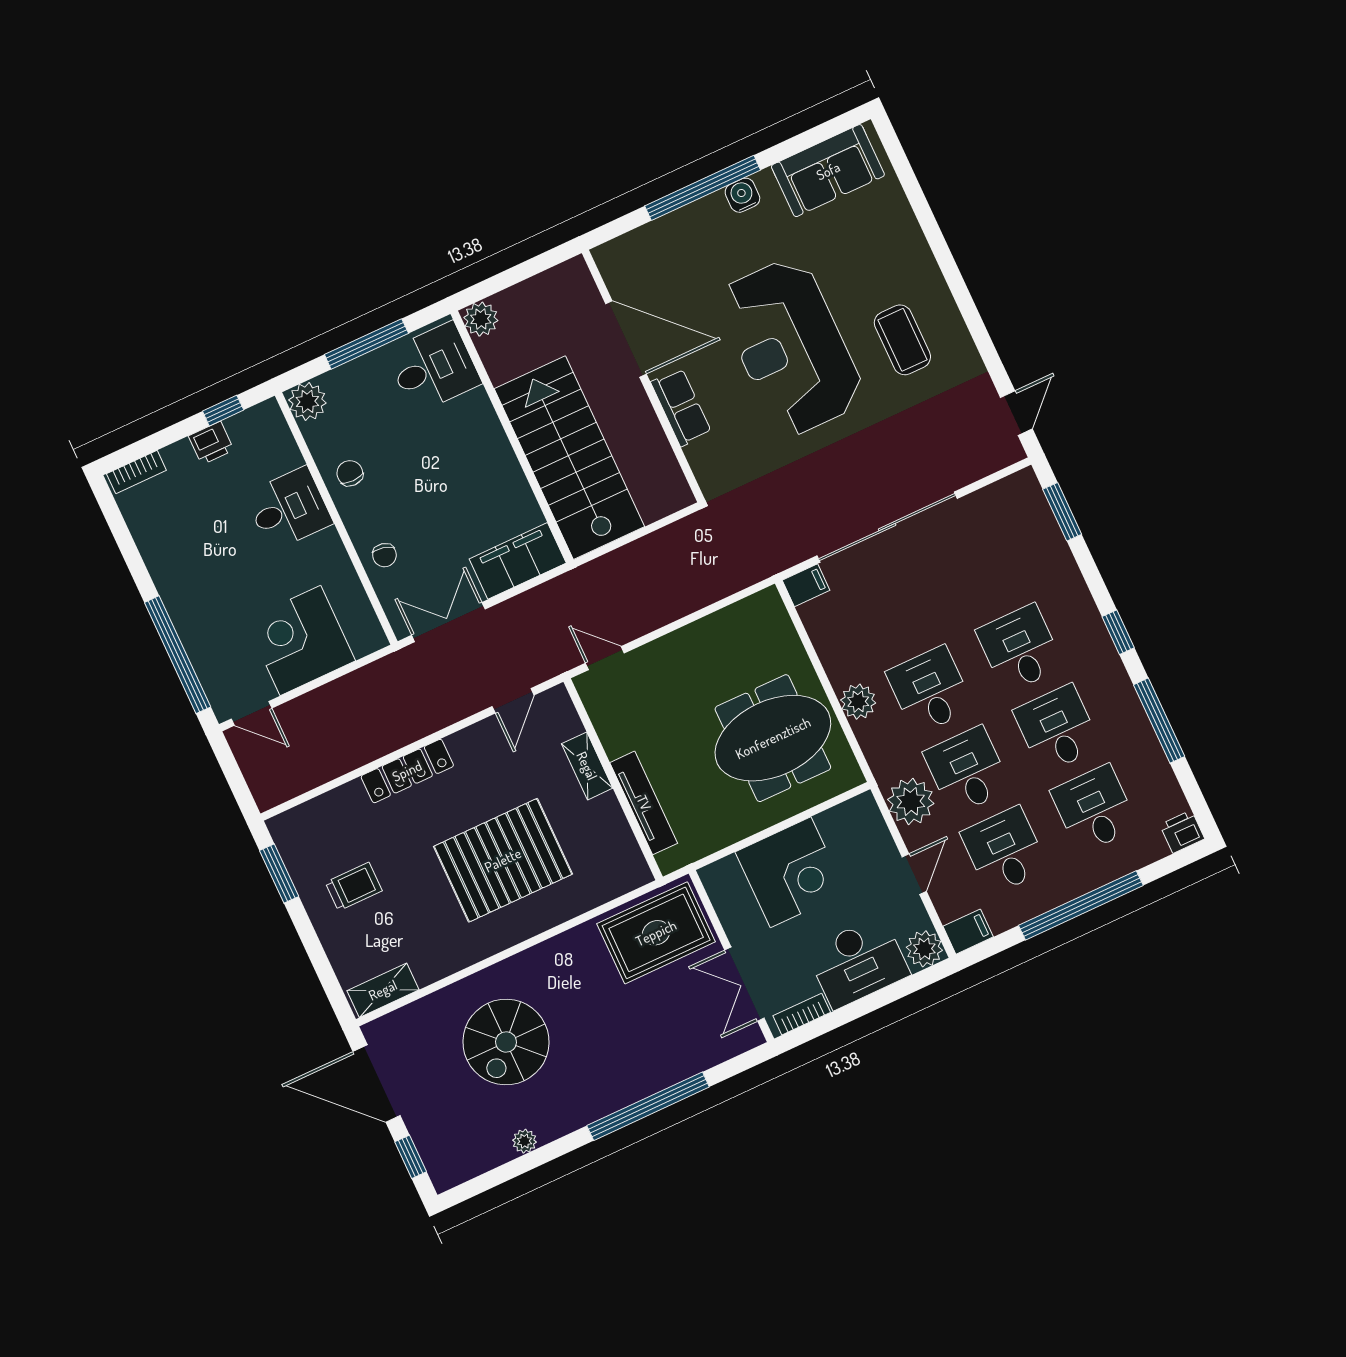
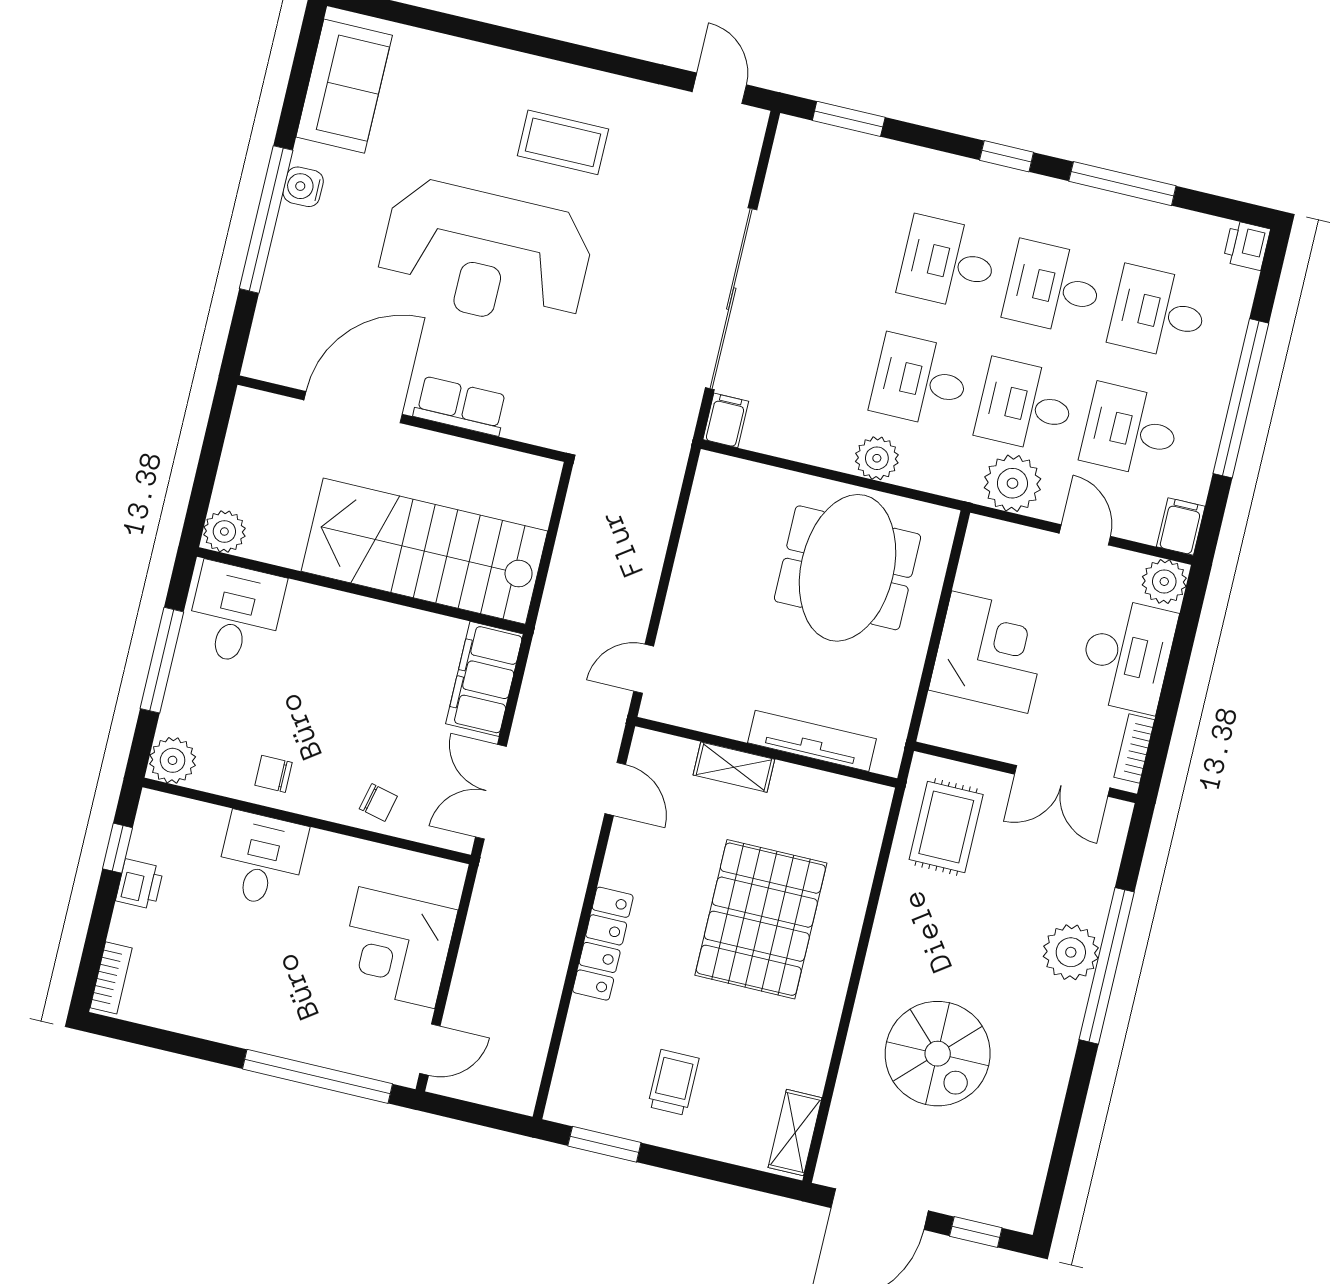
rug: (656, 933) -> (946, 827), width x0.73, depth x0.70
plant: (525, 1141) -> (1071, 952), moved, width x1.88, depth x1.88

